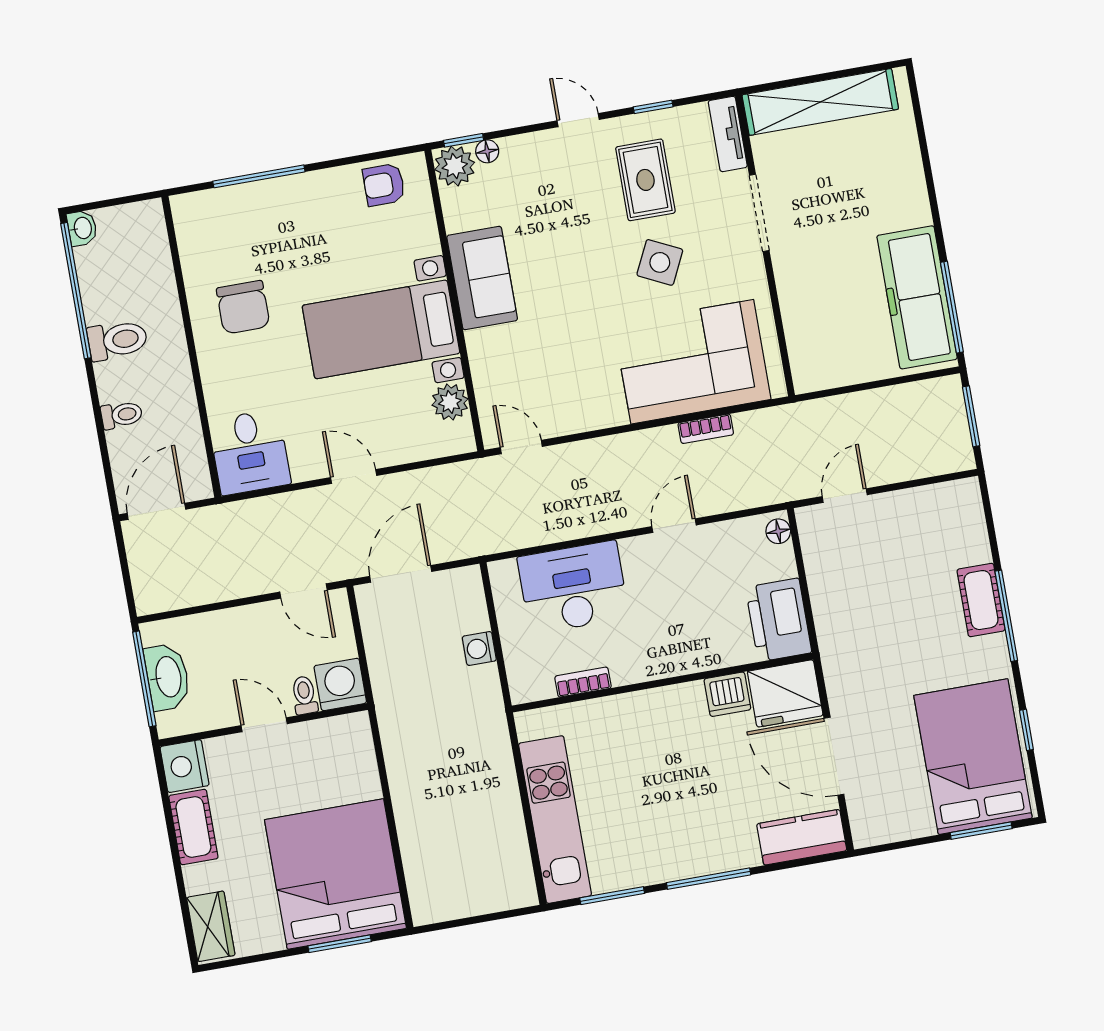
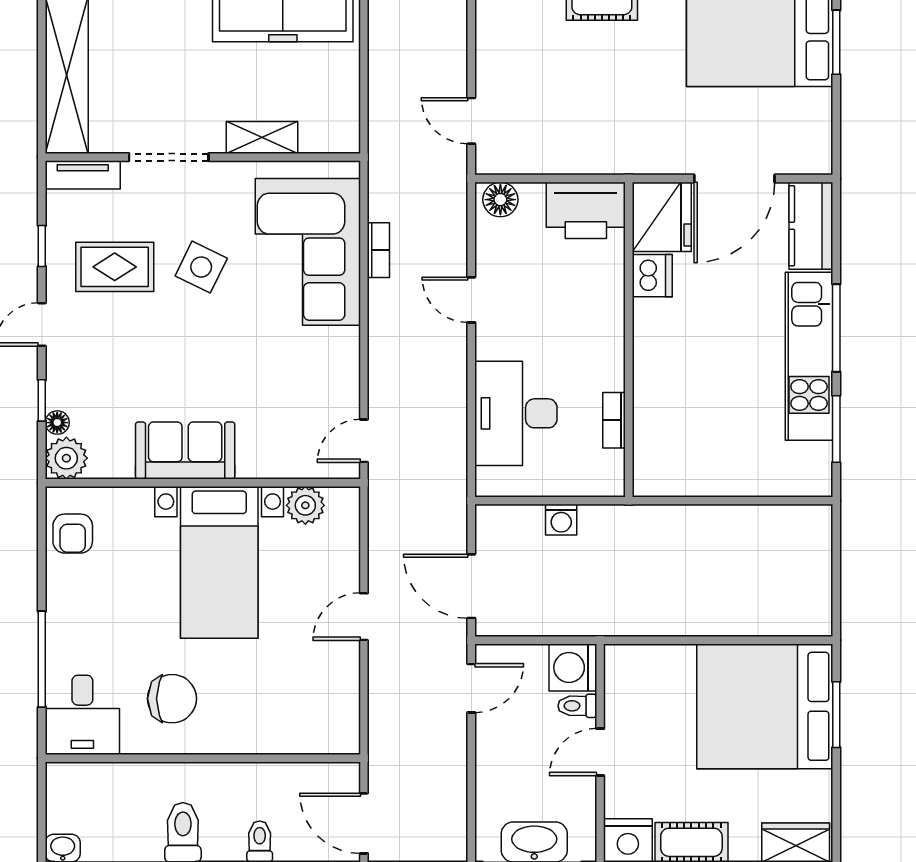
window: (464, 140) -> (42, 400), moved
shelving: (794, 299) -> (262, 137), added
desk: (250, 452) -> (82, 715), moved, turned 90
floor lamp: (778, 531) -> (500, 200), width x1.37, depth x1.37
kitchen unit: (555, 820) -> (809, 356), moved, turned -90

